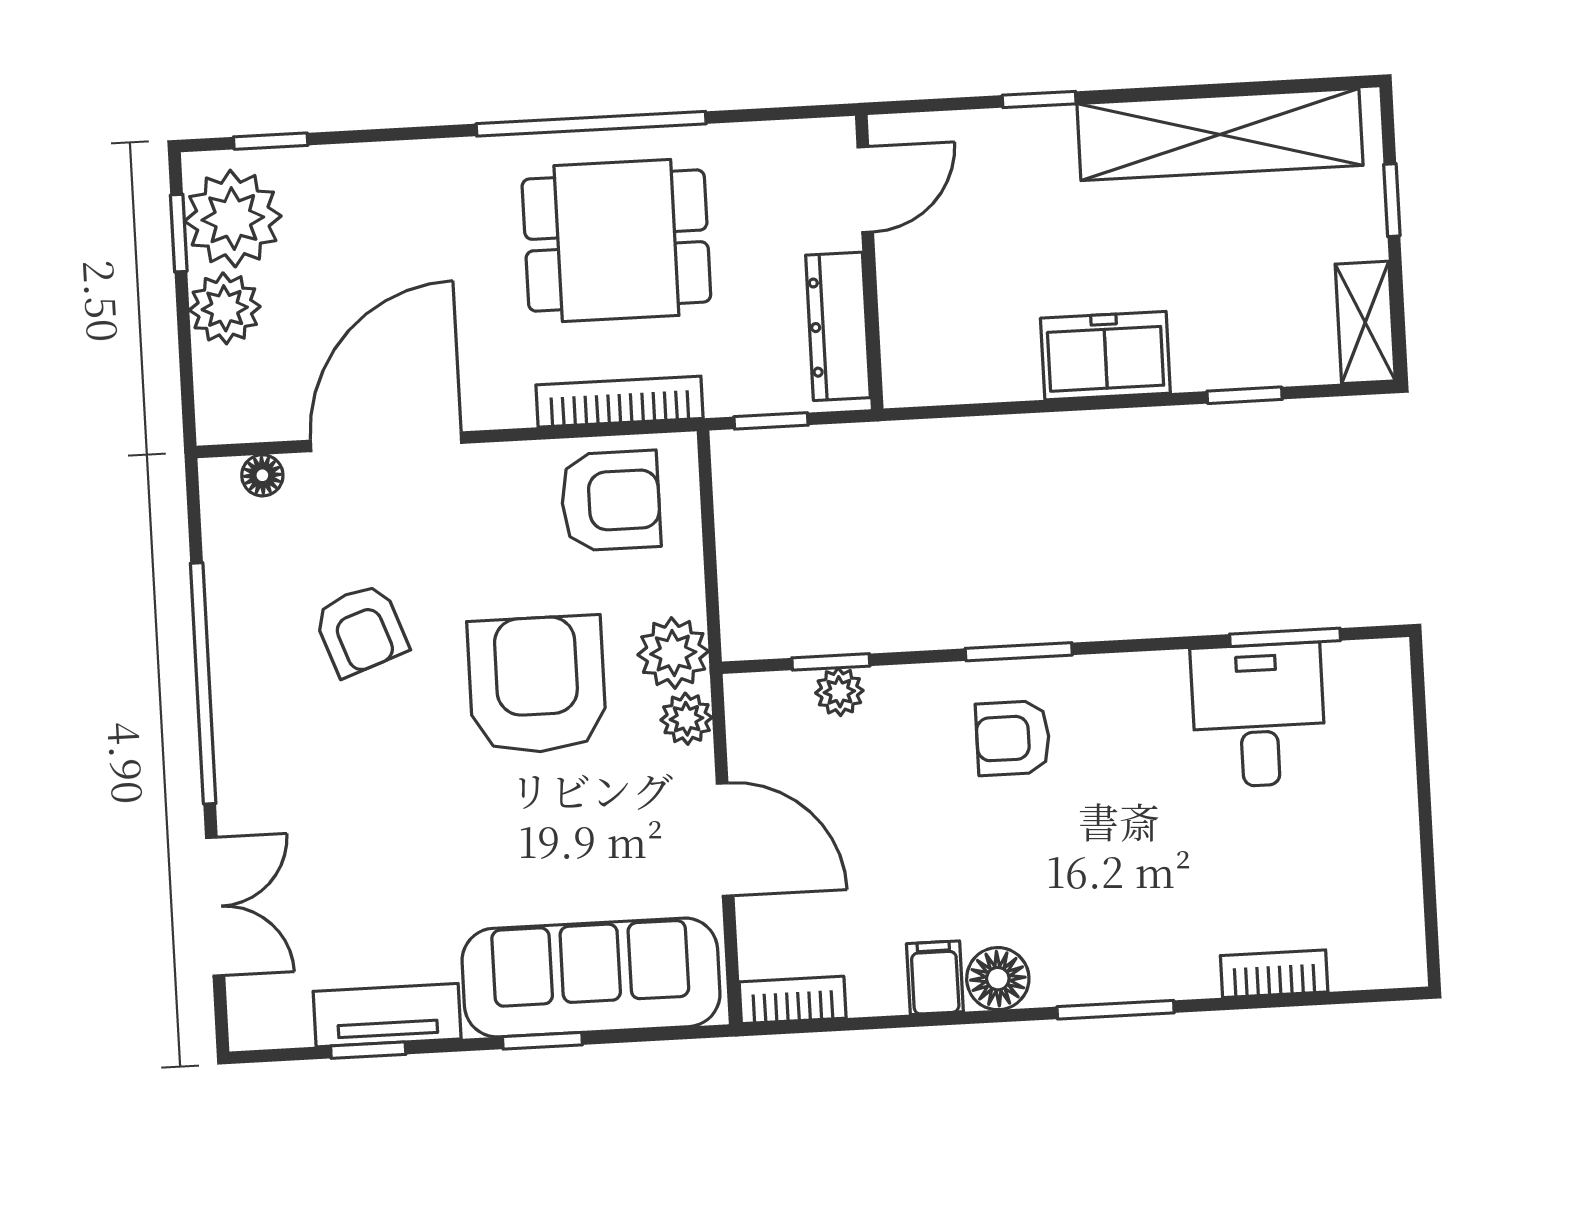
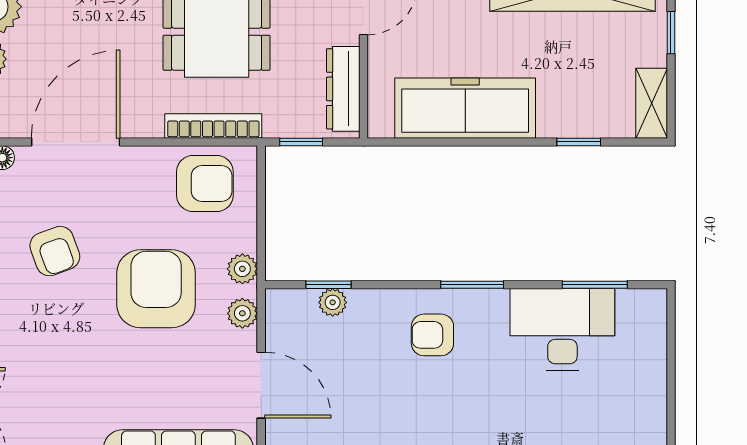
freezer: (1105, 356) -> (465, 108), width x1.91, depth x1.26
window: (1019, 652) -> (472, 285), moved
plant: (673, 653) -> (242, 269), width x0.73, depth x0.73
desk: (1258, 715) -> (562, 329), width x1.37

